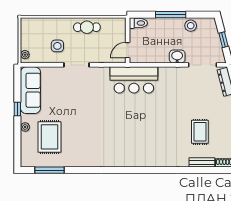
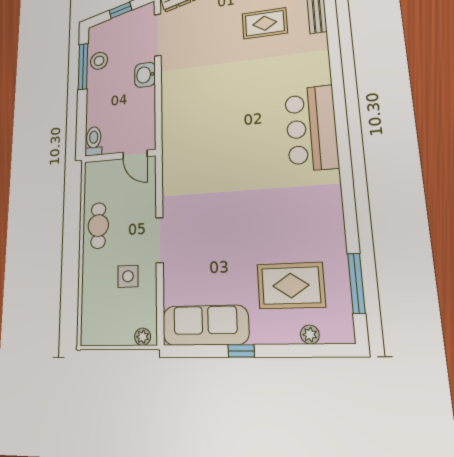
window: (171, 15) -> (83, 66), moved
bar counter: (134, 80) -> (311, 128), moved, turned 180
plant: (25, 127) -> (310, 335), moved

